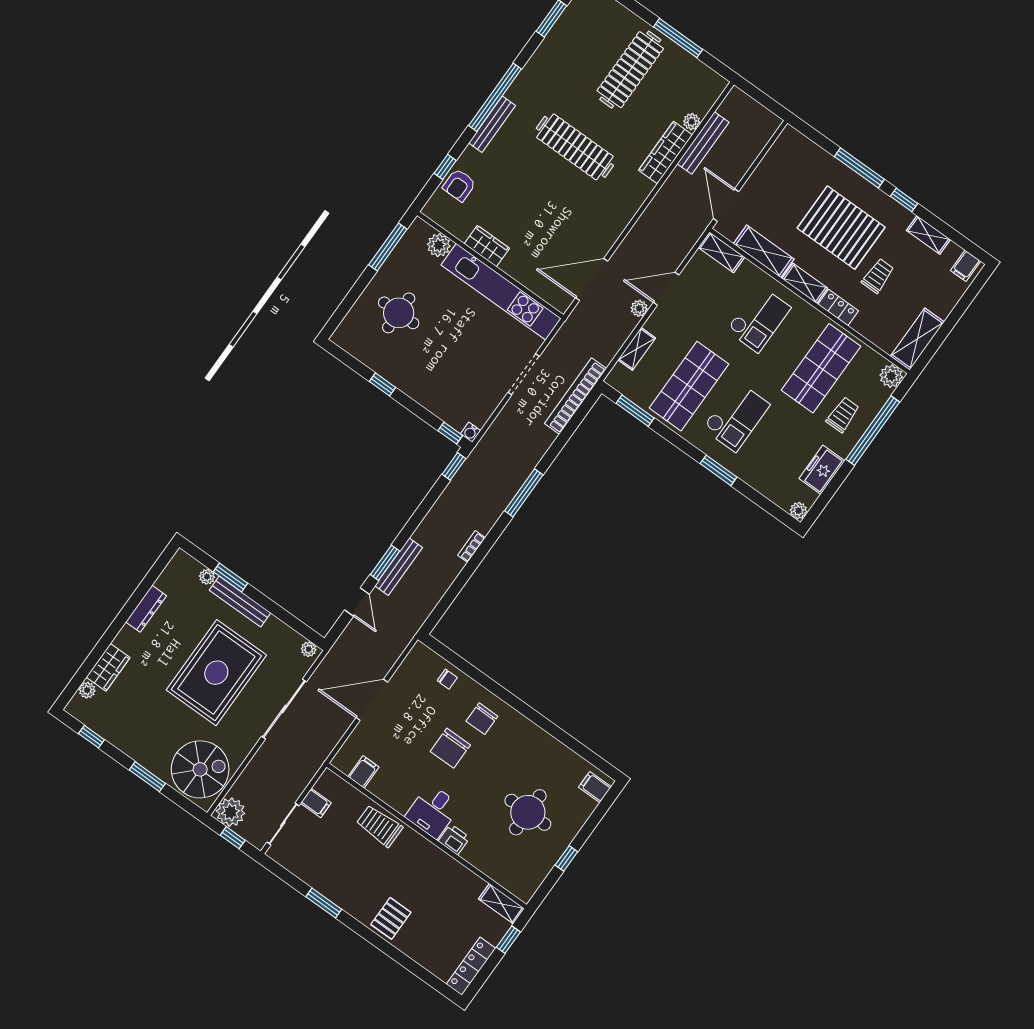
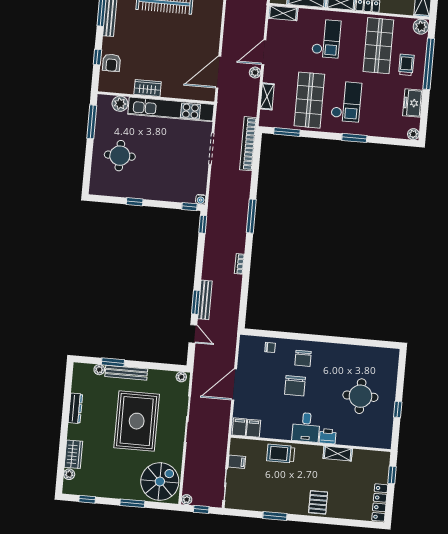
filing cabinet: (595, 787) -> (239, 427), moved, turned 90
plant: (231, 812) -> (187, 500), width x0.53, depth x0.53
shelving: (501, 904) -> (338, 454), moved

